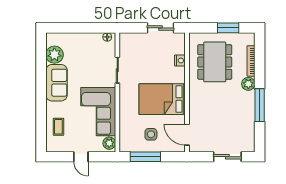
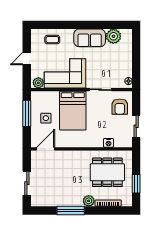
armchair: (137, 47) -> (120, 107), added
bed: (162, 99) -> (73, 111), moved, turned 180

